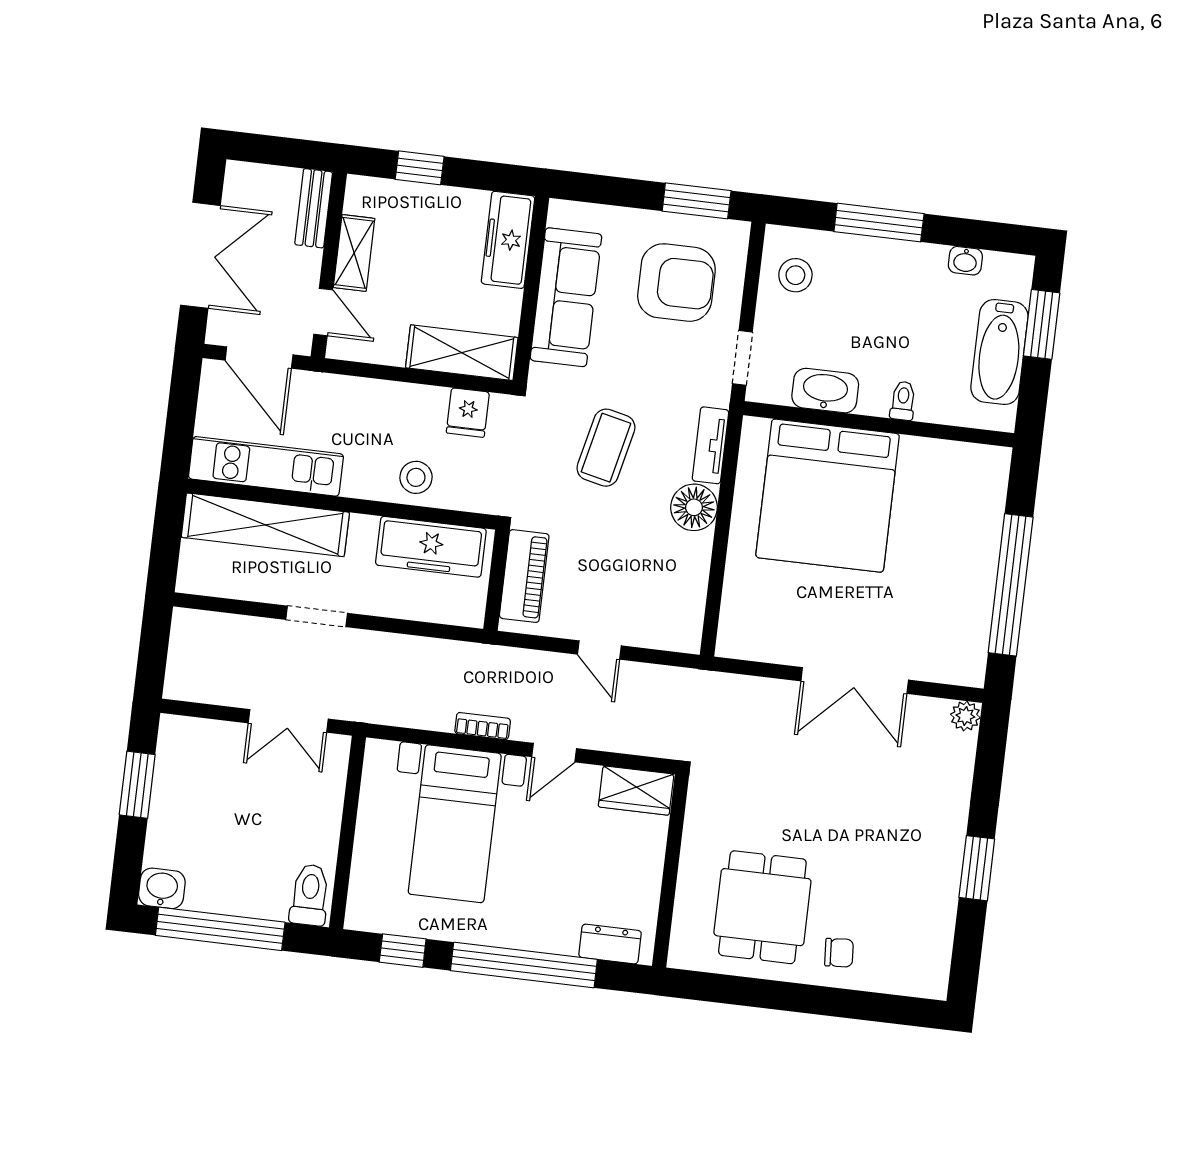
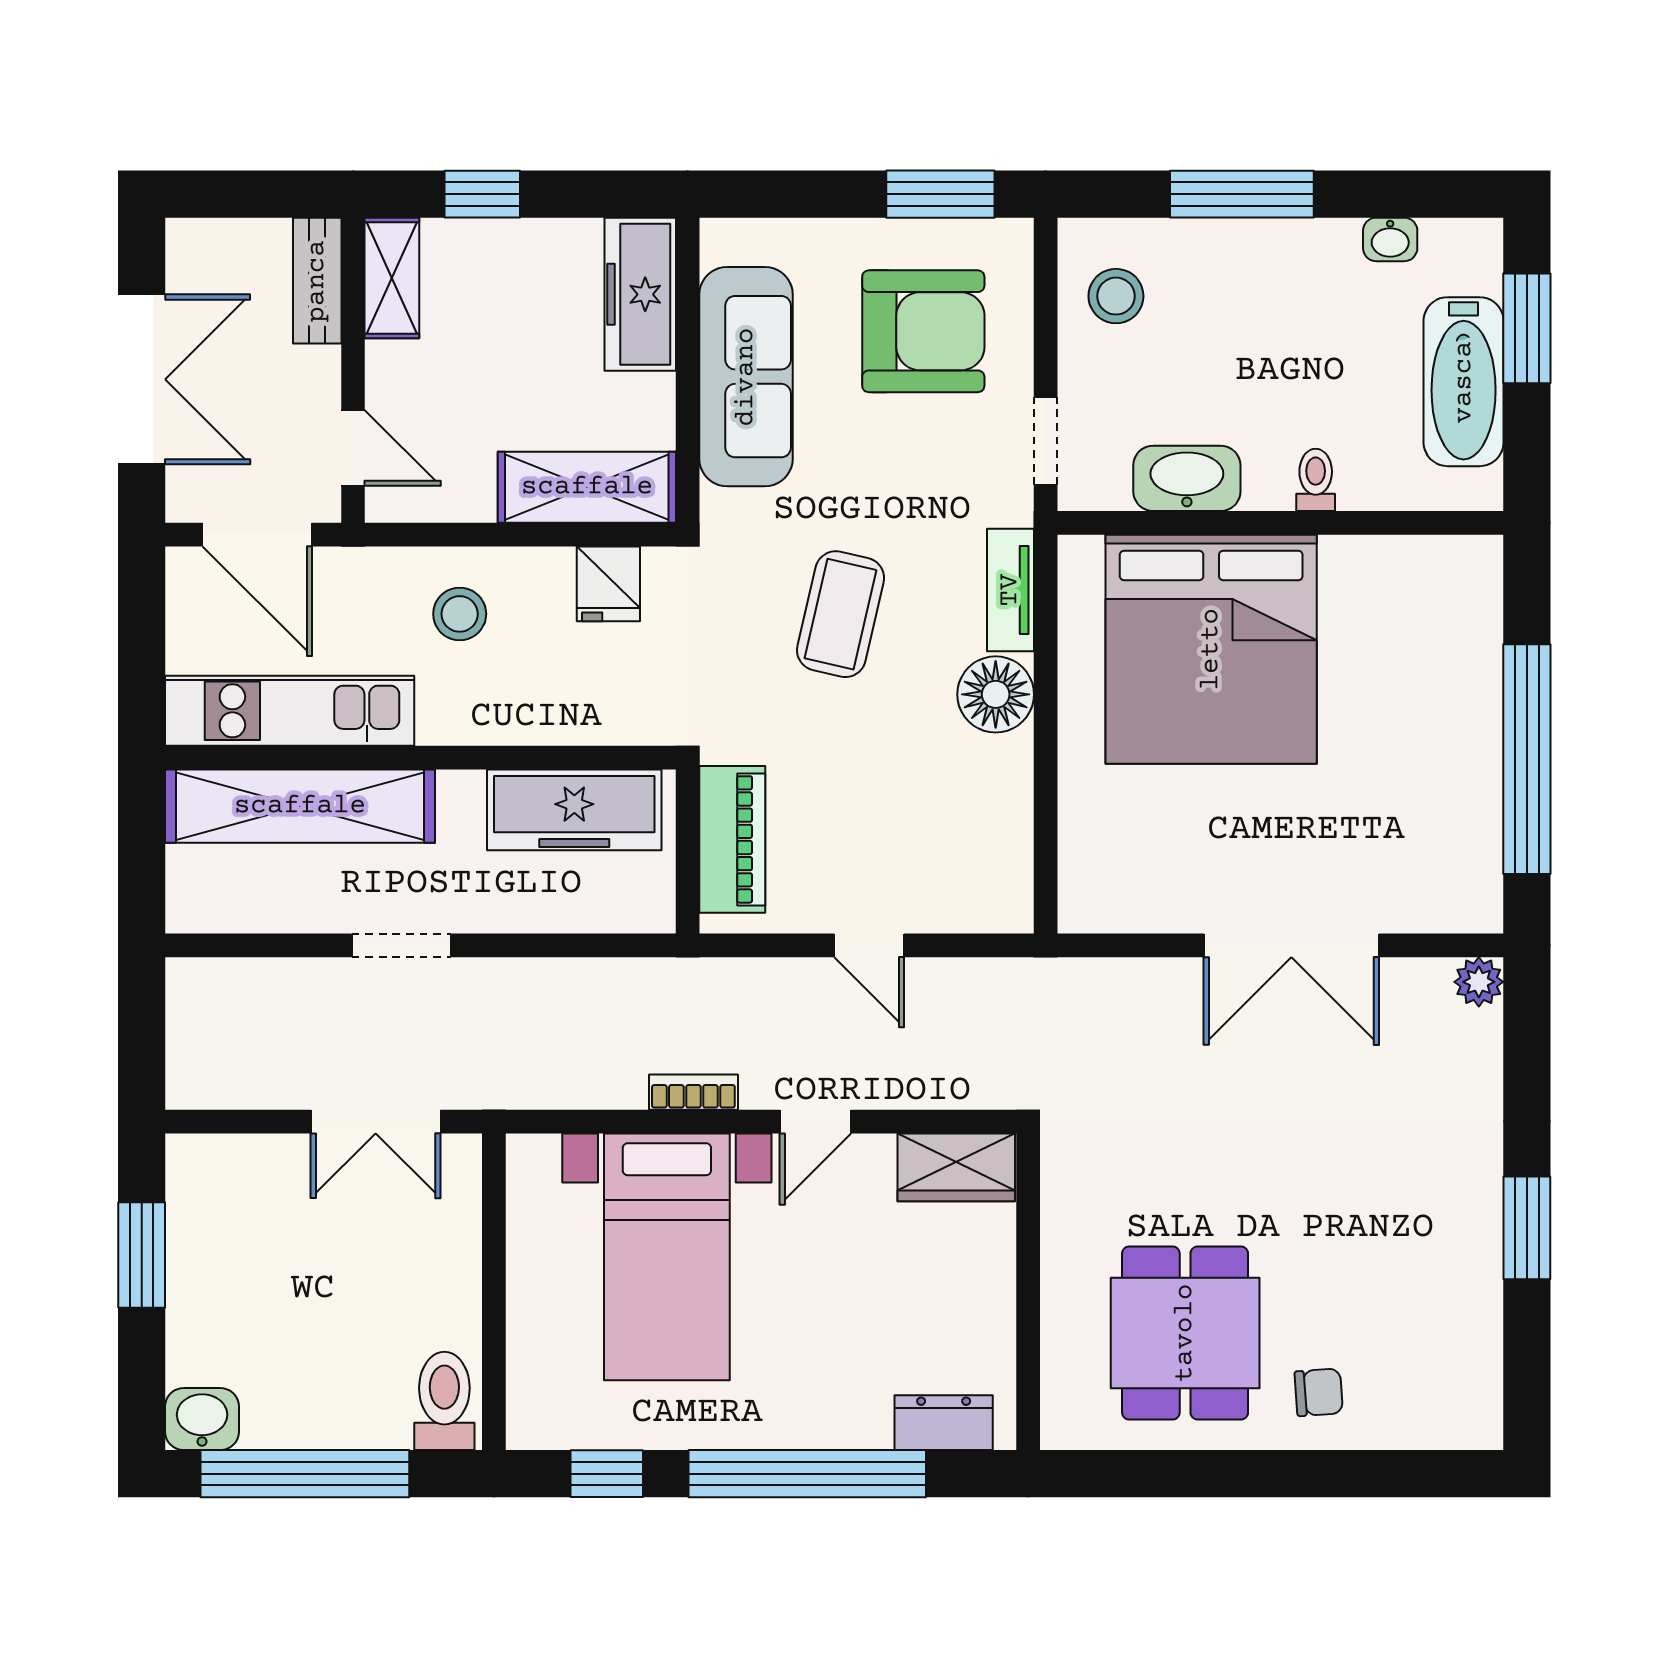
shelving: (354, 253) -> (392, 278), moved
stool: (416, 477) -> (460, 614), moved

